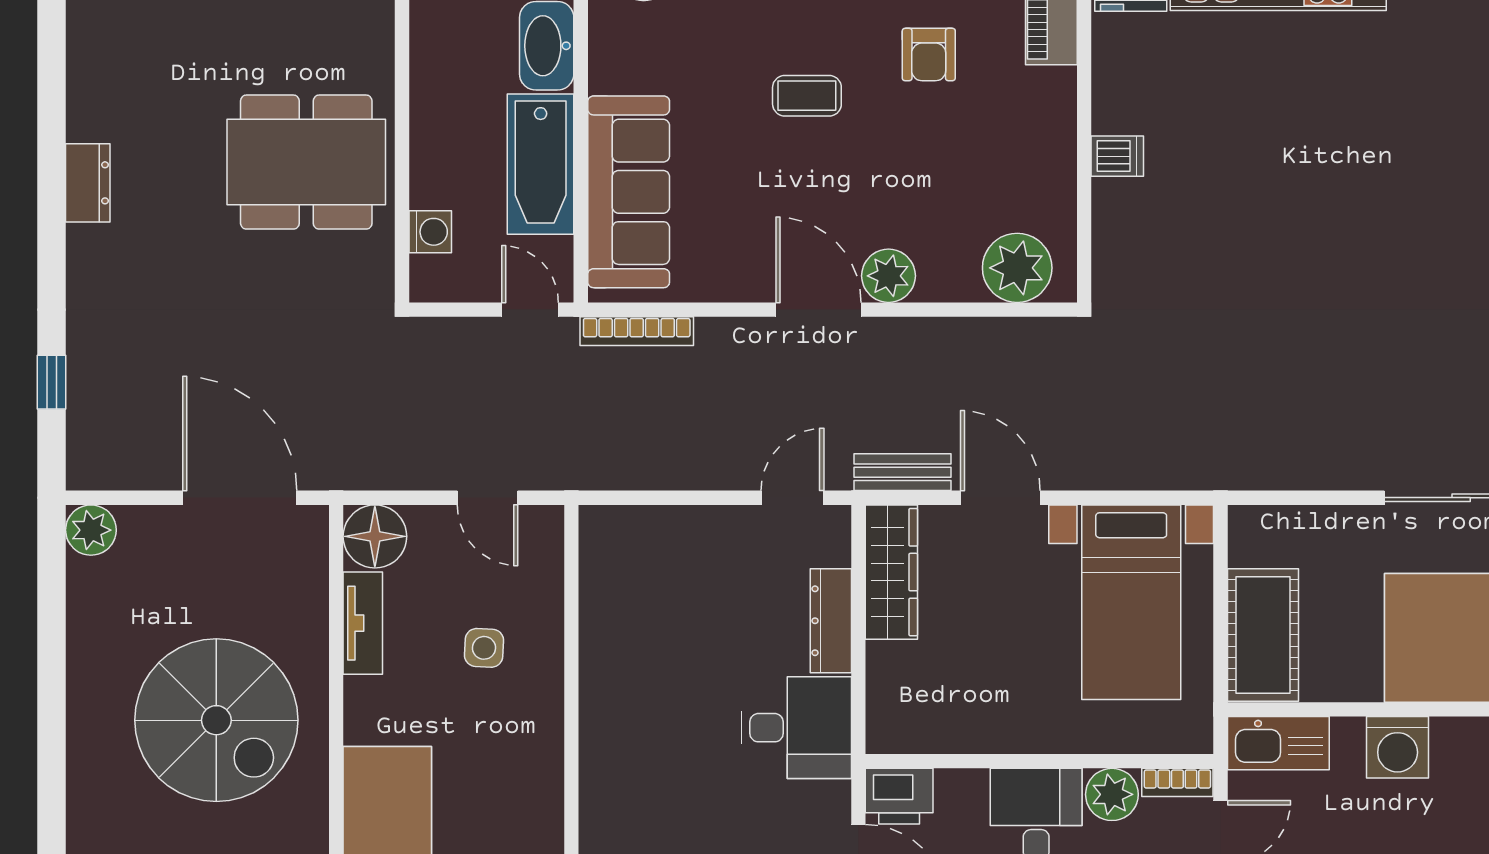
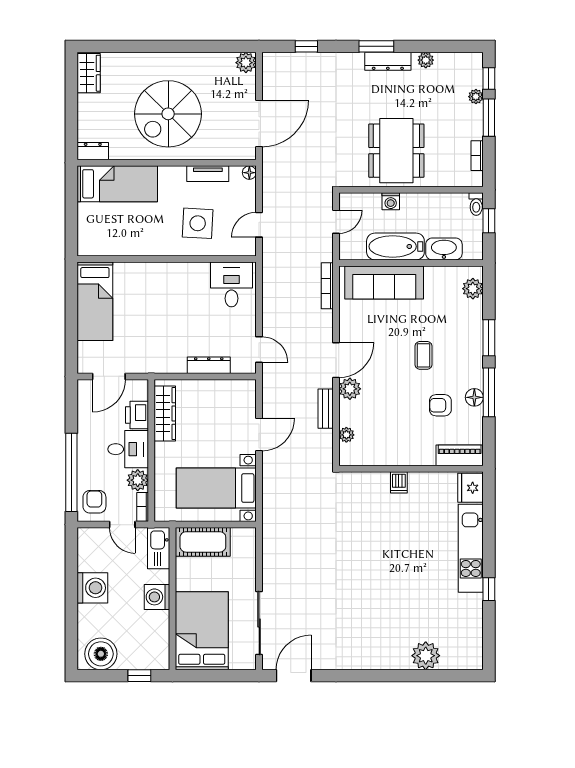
plant: (85, 90) -> (426, 60), added
dresser: (88, 183) -> (388, 61), width x1.44
window: (52, 211) -> (376, 46), added
washing machine: (430, 232) -> (391, 201), moved
plant: (1017, 268) -> (346, 435), width x0.53, depth x0.53
door: (530, 310) -> (336, 222), moved
bench: (902, 472) -> (326, 409), moved
floor lamp: (375, 536) -> (249, 173), width x0.53, depth x0.53
wardrobe: (891, 572) -> (165, 414), moved, turned -90
side table: (484, 648) -> (198, 223), width x1.87, depth x1.87
desk: (796, 728) -> (232, 284), moved, turned 180
printer: (899, 796) -> (137, 415), moved

